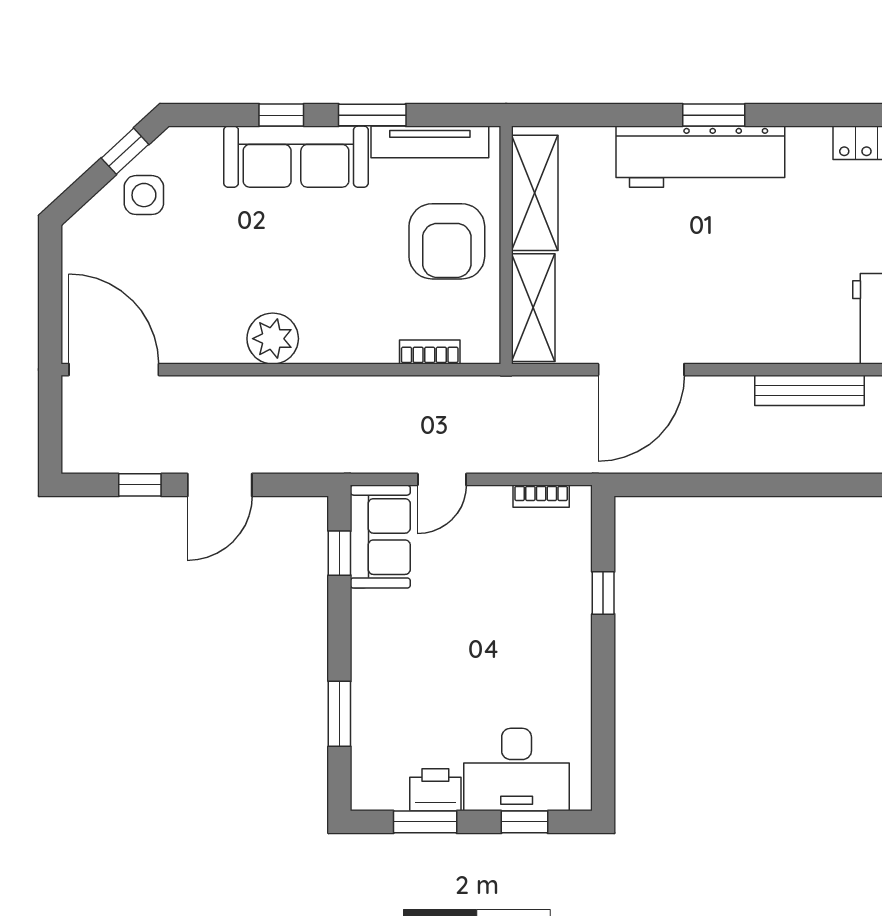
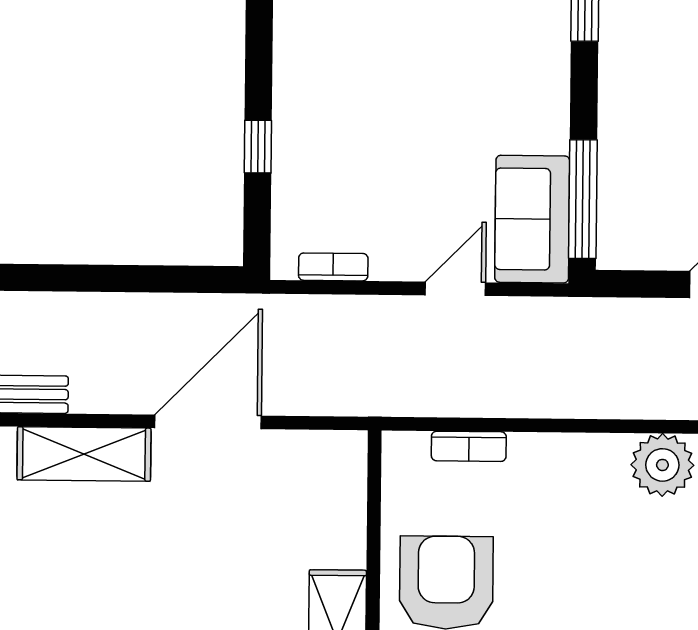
shelving: (533, 308) -> (84, 454), moved, turned 90
window: (339, 553) -> (583, 199), width x2.17

